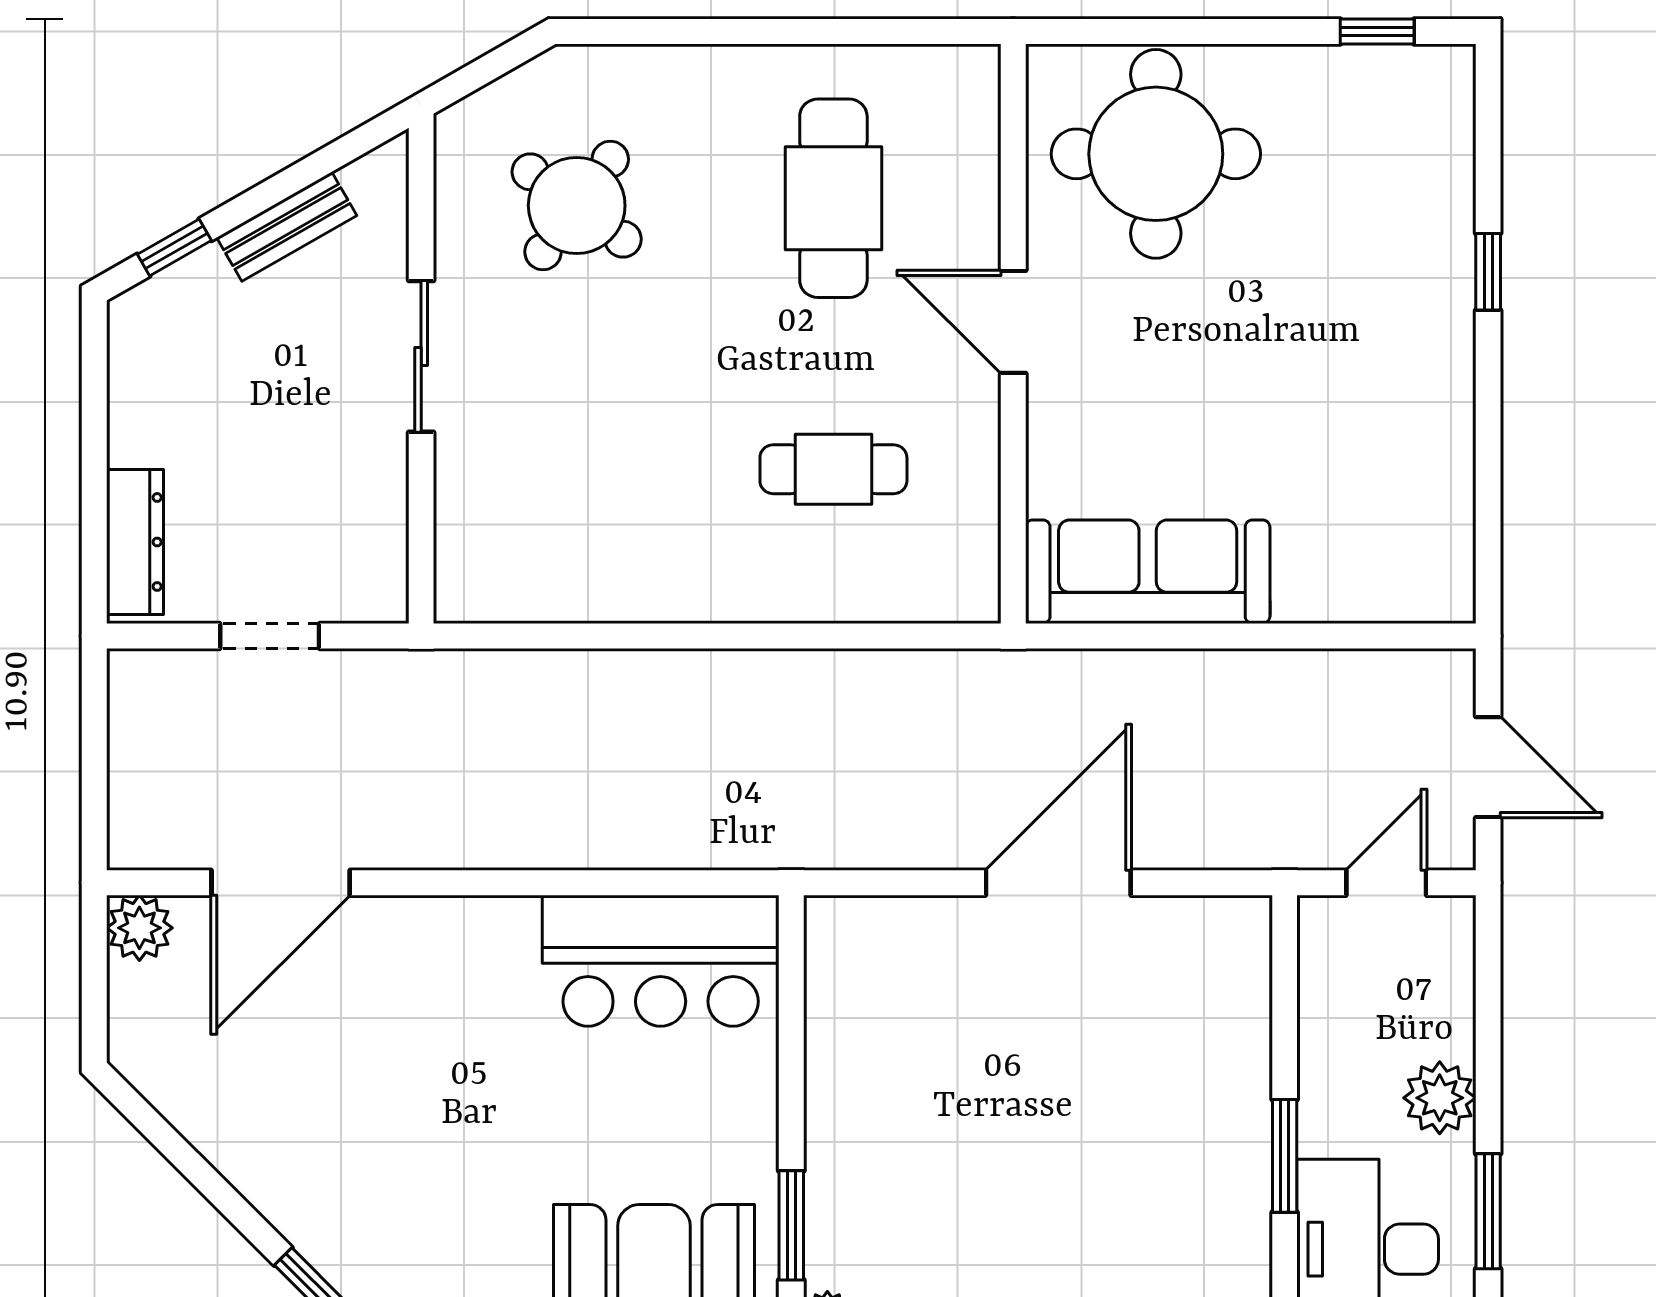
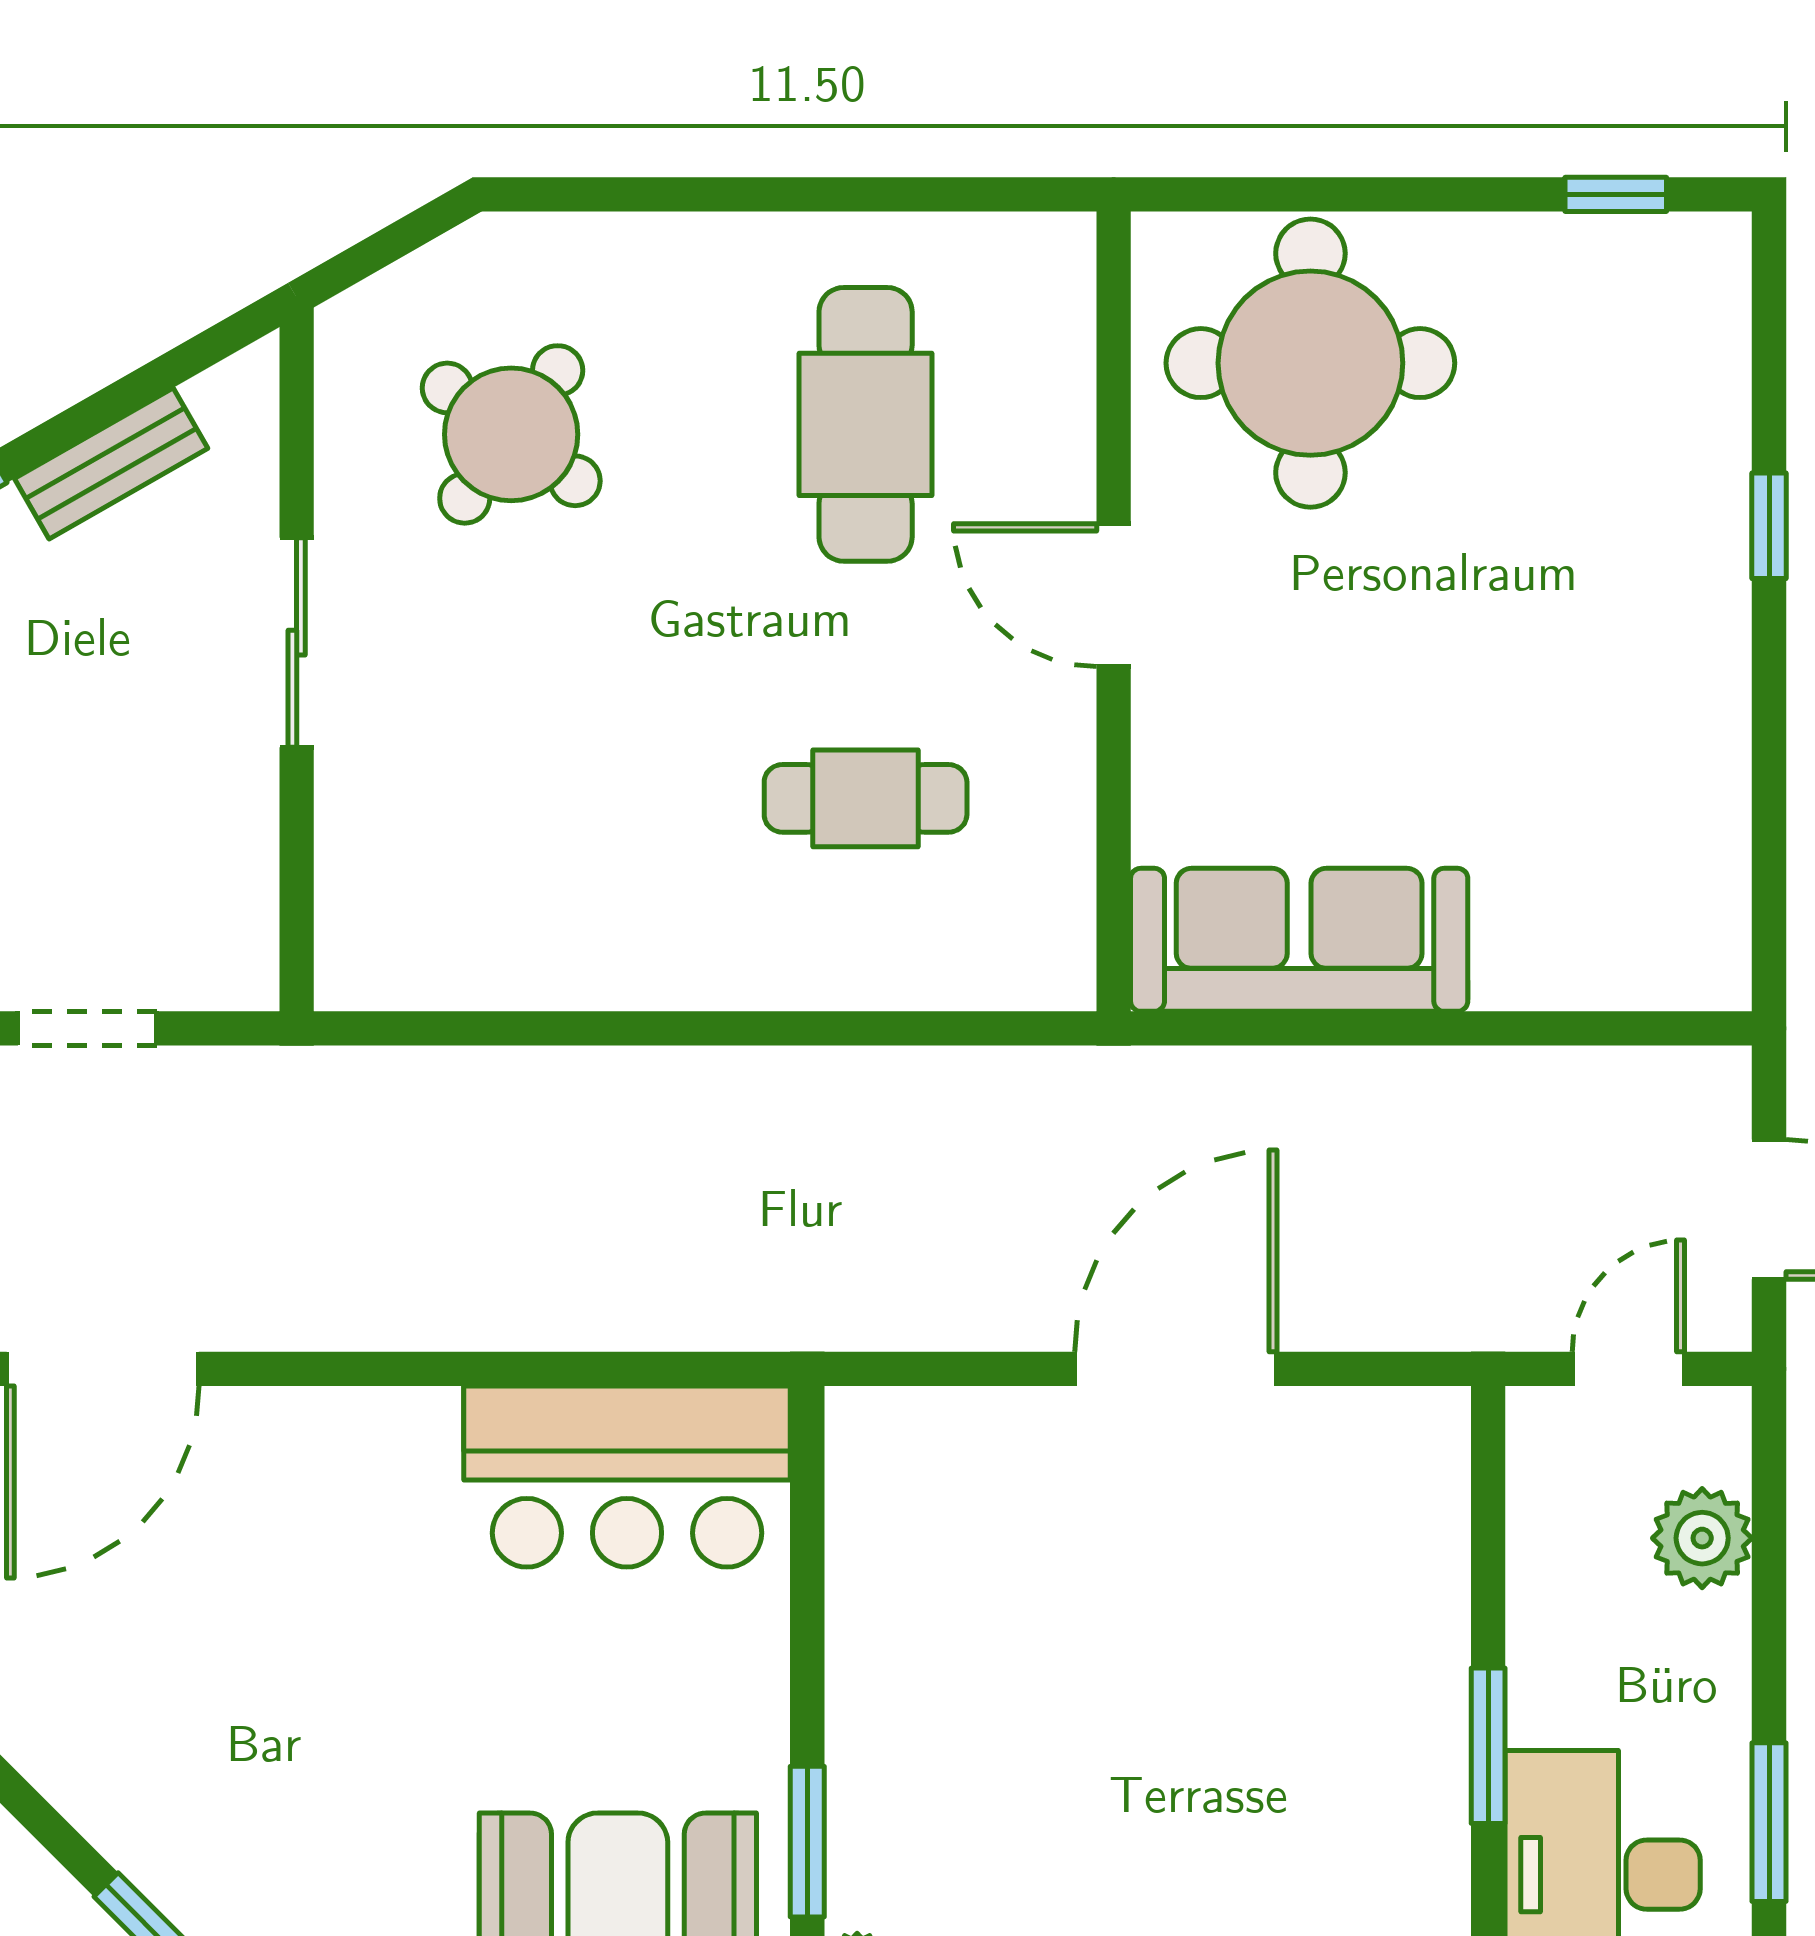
plant: (1440, 1098) -> (1702, 1538), moved

